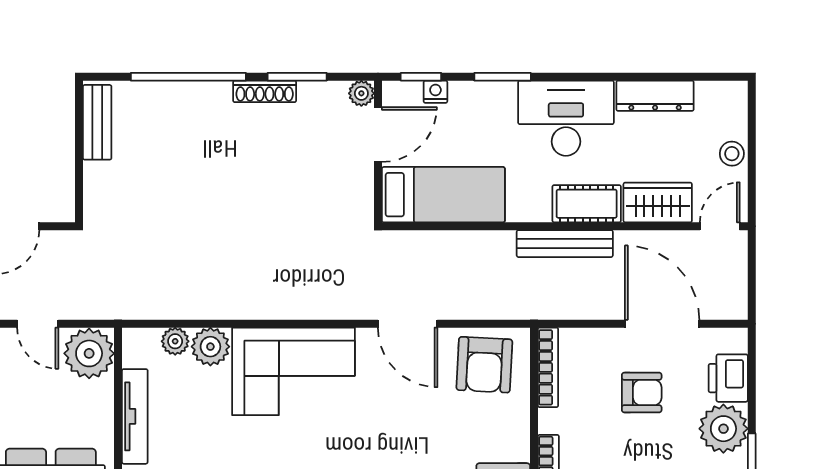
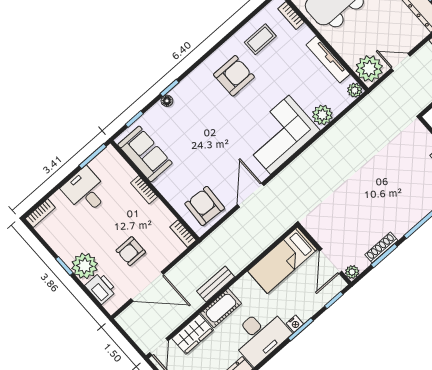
shoe rack: (265, 91) -> (381, 248), moved
nightstand: (435, 92) -> (295, 324), moved
bench: (565, 244) -> (216, 284), width x0.73
door: (408, 324) -> (251, 195), hinge flipped
plant: (175, 341) -> (355, 90), moved
bookcase: (548, 367) -> (183, 234), width x0.64

